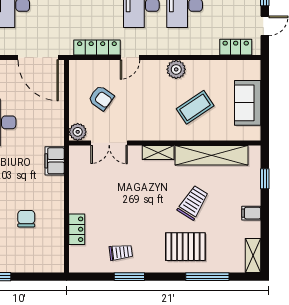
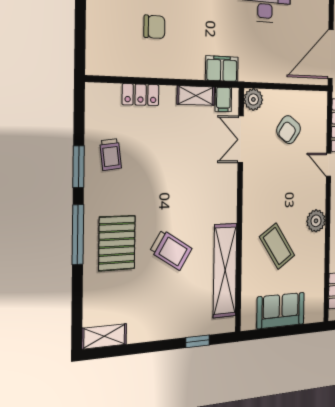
shelving: (158, 152) -> (196, 96), moved, turned 90
filing cabinet: (251, 213) -> (223, 99), moved, turned 180
window: (207, 277) -> (78, 235), moved

